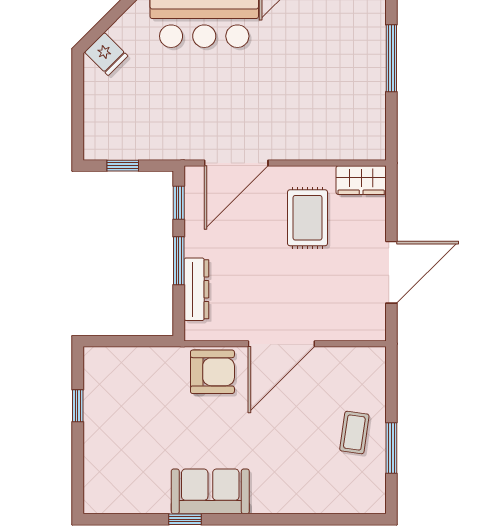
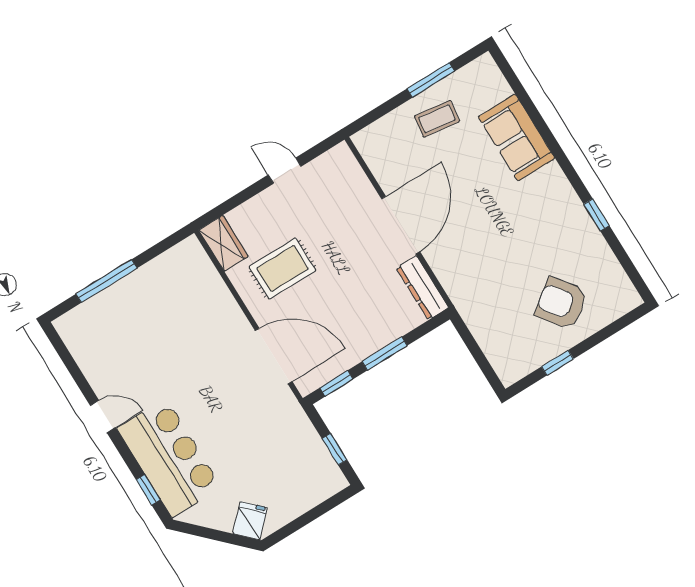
door: (391, 272) -> (285, 171), width x0.53
dresser: (196, 289) -> (422, 288), moved, turned -90
door: (281, 344) -> (401, 225), hinge flipped
armchair: (212, 372) -> (561, 303), moved, turned -37
sofa: (210, 491) -> (516, 138), moved

